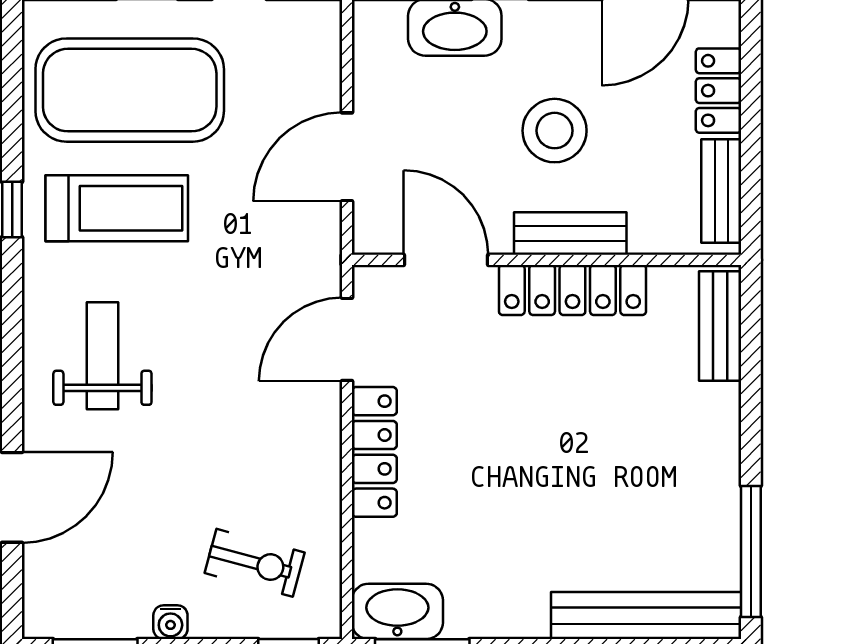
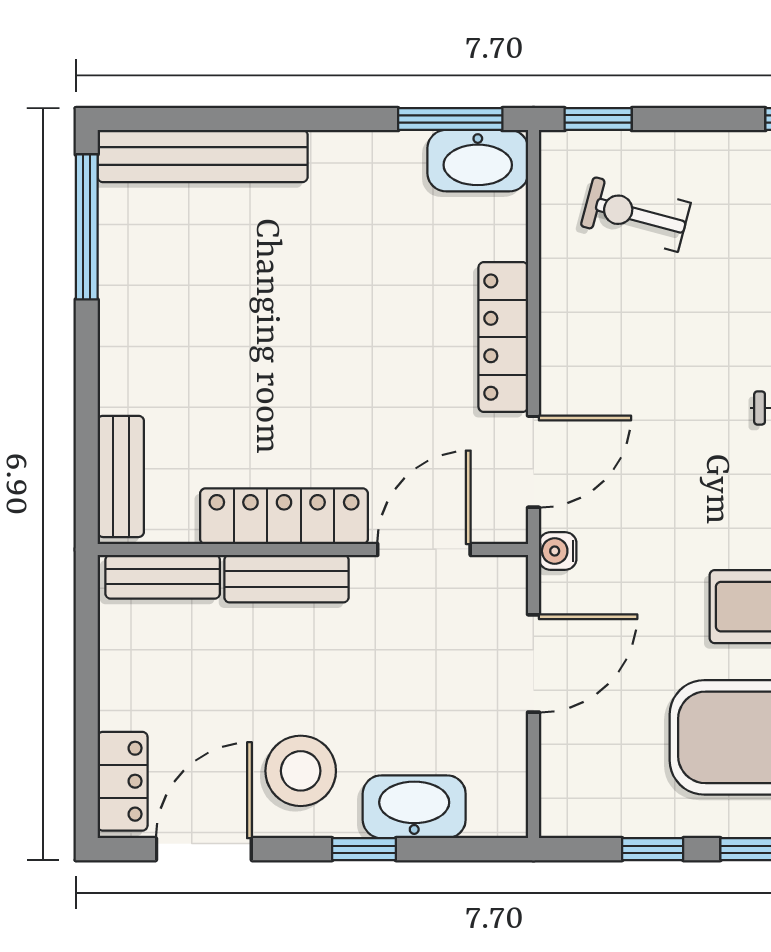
locker: (718, 91) -> (123, 781), moved
stool: (555, 131) -> (301, 771), moved
bench: (721, 191) -> (163, 577), moved, turned 90
door: (446, 260) -> (424, 549), swing flipped
water cooler: (170, 622) -> (558, 551), moved, turned -90

